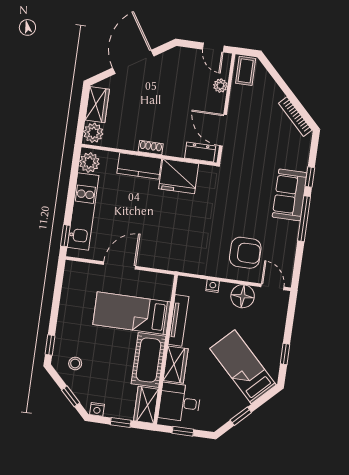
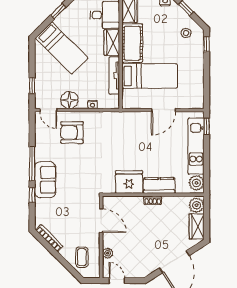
coffee table: (246, 71) -> (82, 257), moved
dresser: (200, 152) -> (116, 202), removed
window: (285, 354) -> (32, 86), moved

